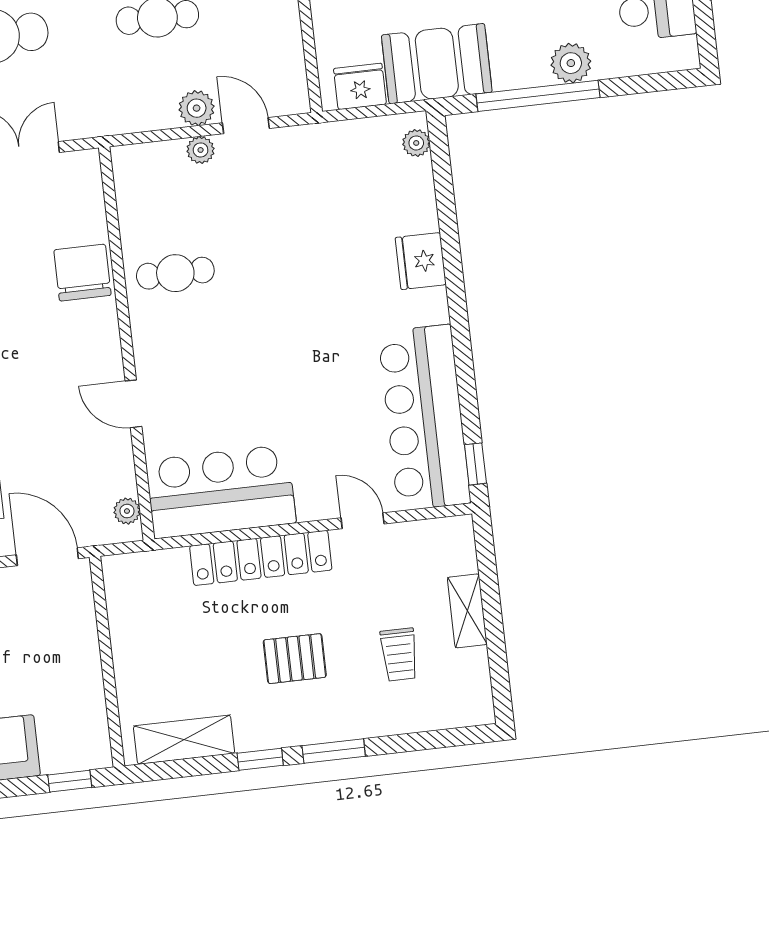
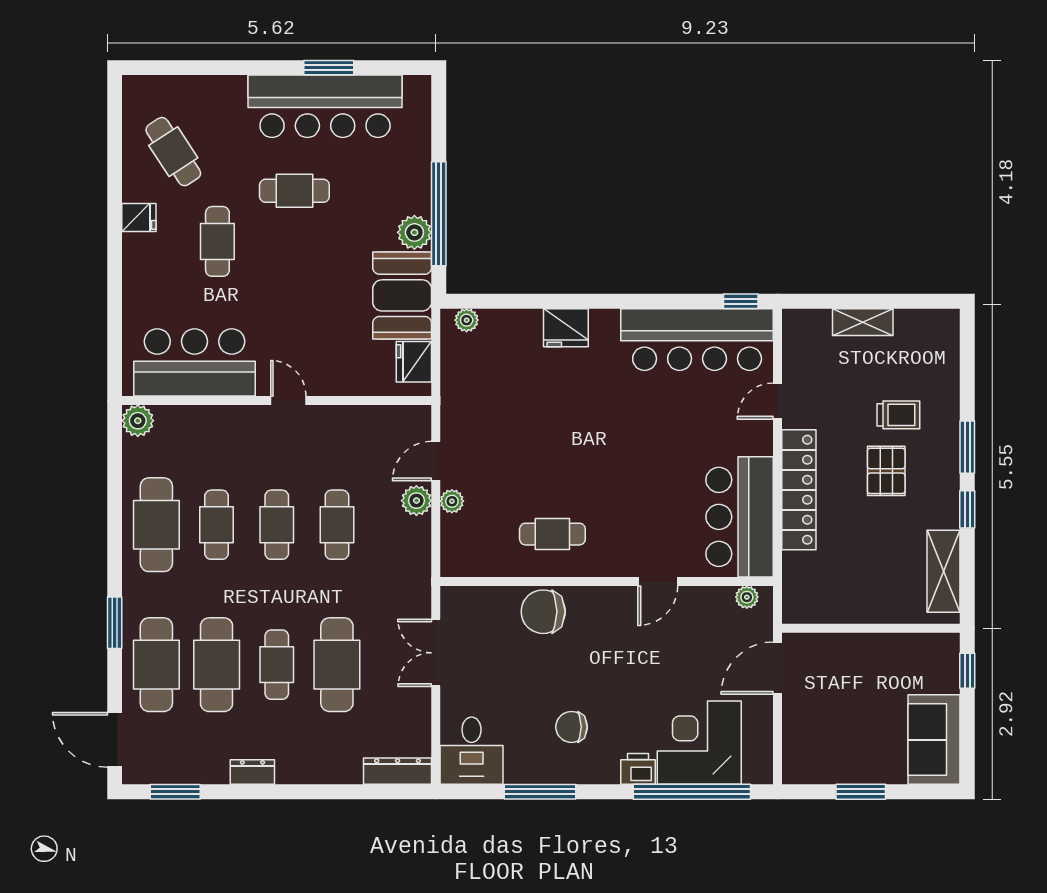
plant: (571, 63) -> (414, 232), moved
cafe table: (175, 273) -> (552, 534), turned 90
trolley: (399, 655) -> (898, 415), moved

